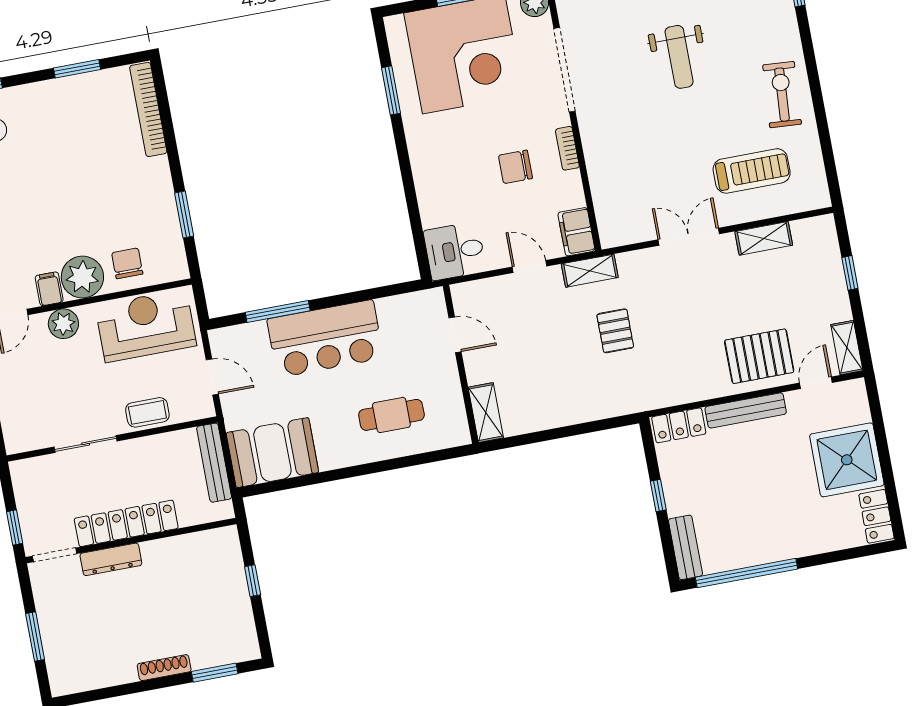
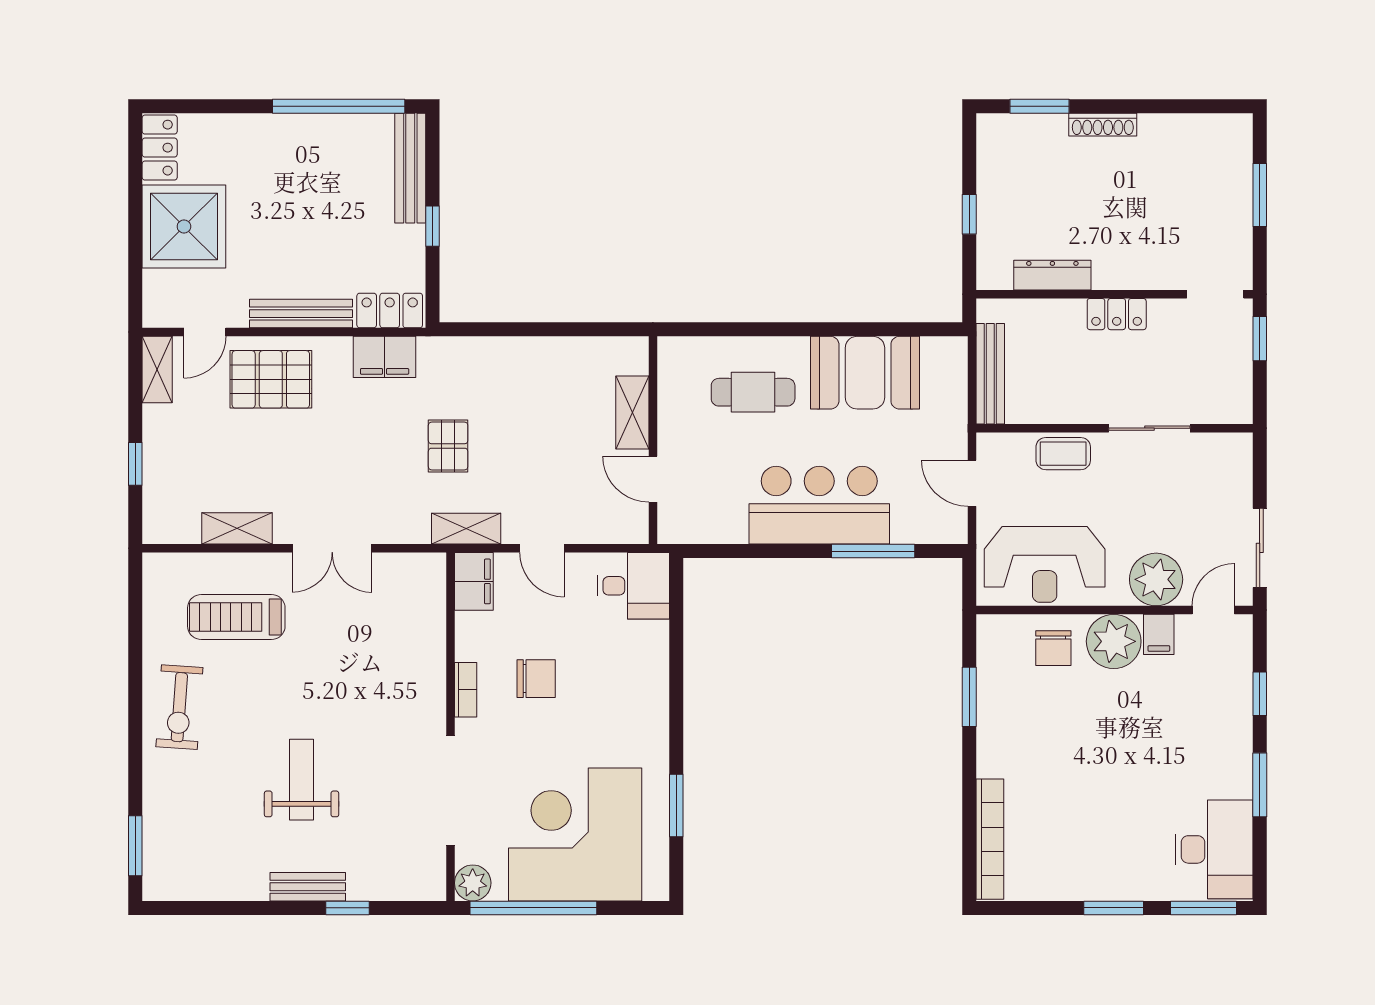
window: (77, 69) -> (1114, 908), moved
plant: (63, 324) -> (1156, 579), width x1.36, depth x1.36
filing cabinet: (676, 389) -> (385, 357), added
shelving: (486, 413) -> (632, 413), moved
booth: (272, 453) -> (865, 373), moved
locker: (126, 523) -> (1117, 314), width x0.46, depth x0.83
bench: (685, 547) -> (410, 168), width x1.36
dresser: (111, 559) -> (1052, 275), moved

